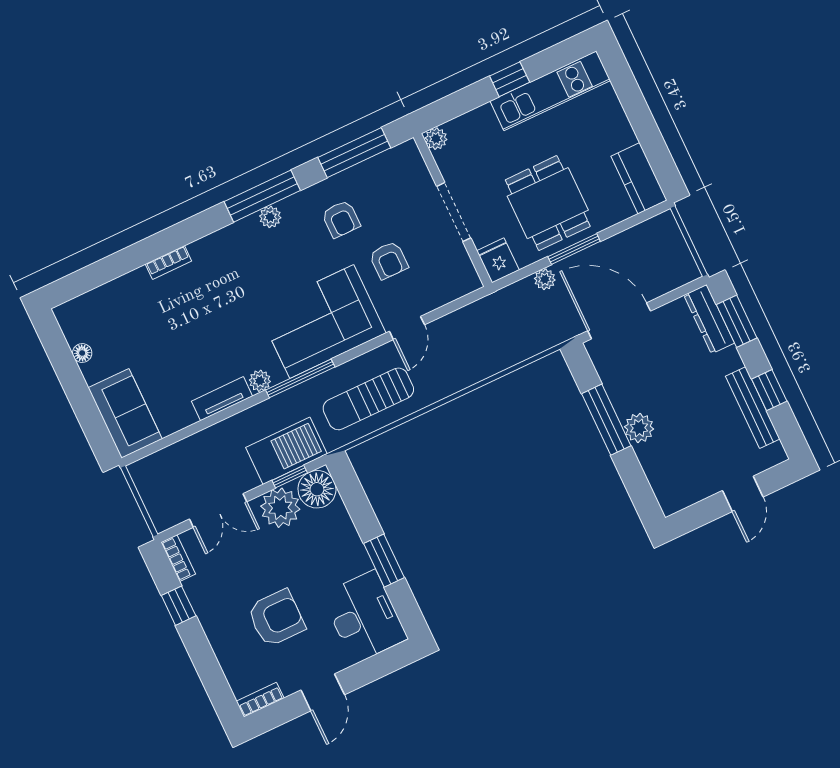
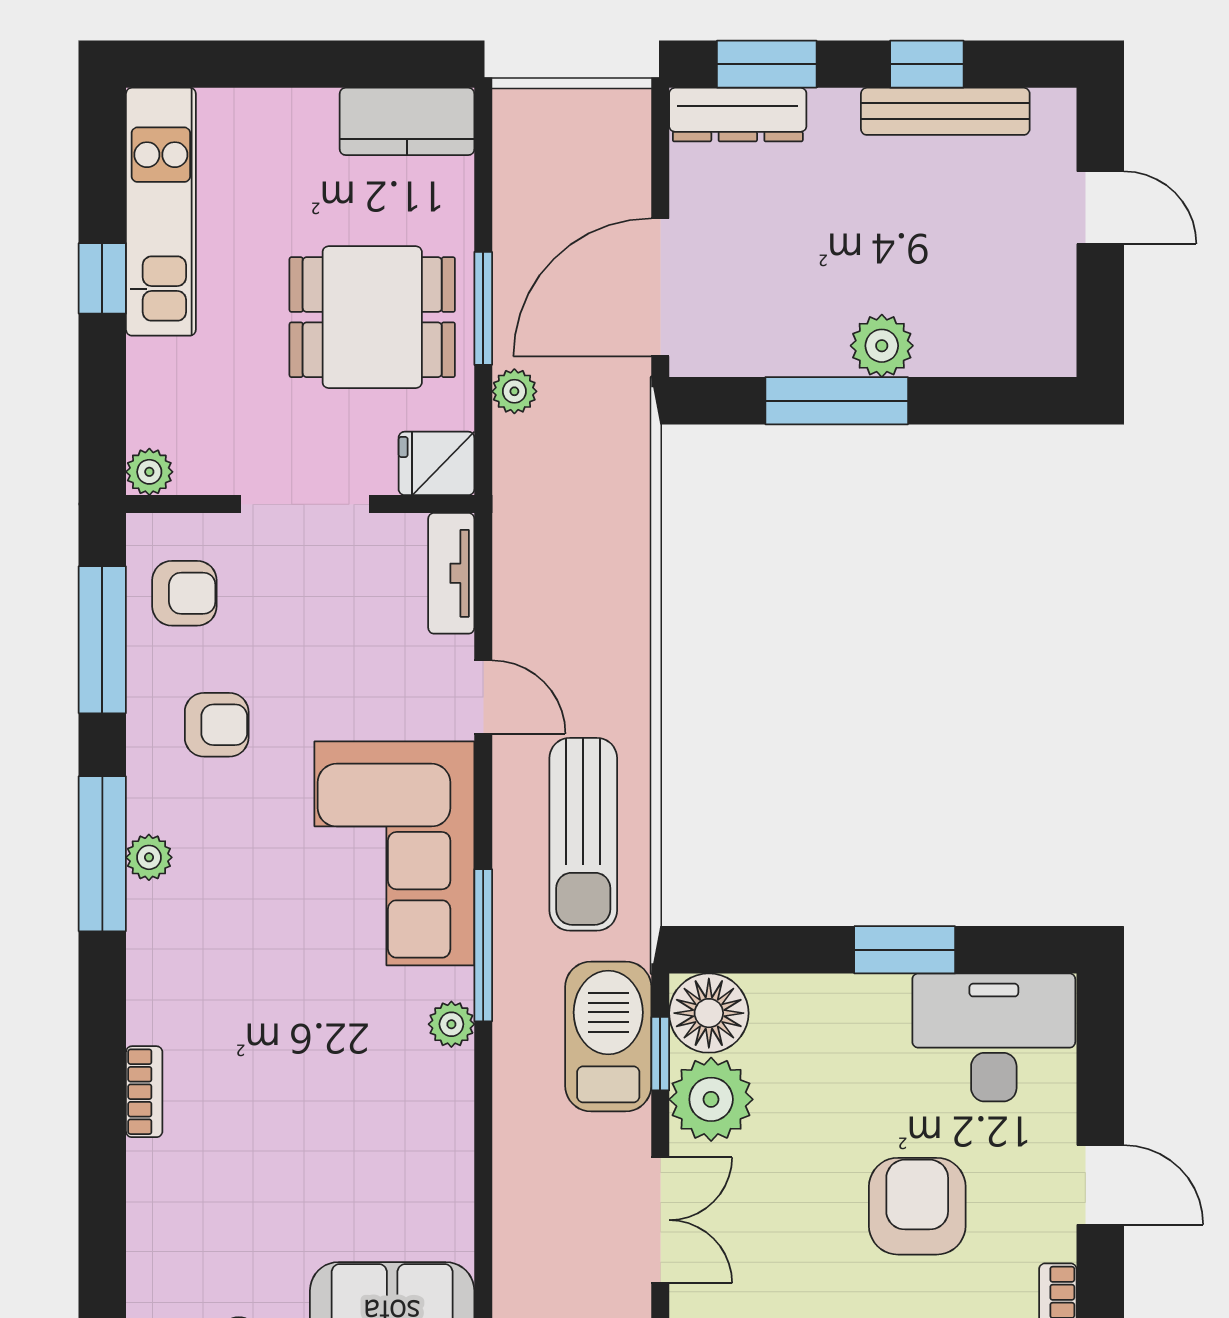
armchair: (389, 260) -> (184, 593), moved
tv unit: (222, 399) -> (451, 573), moved

